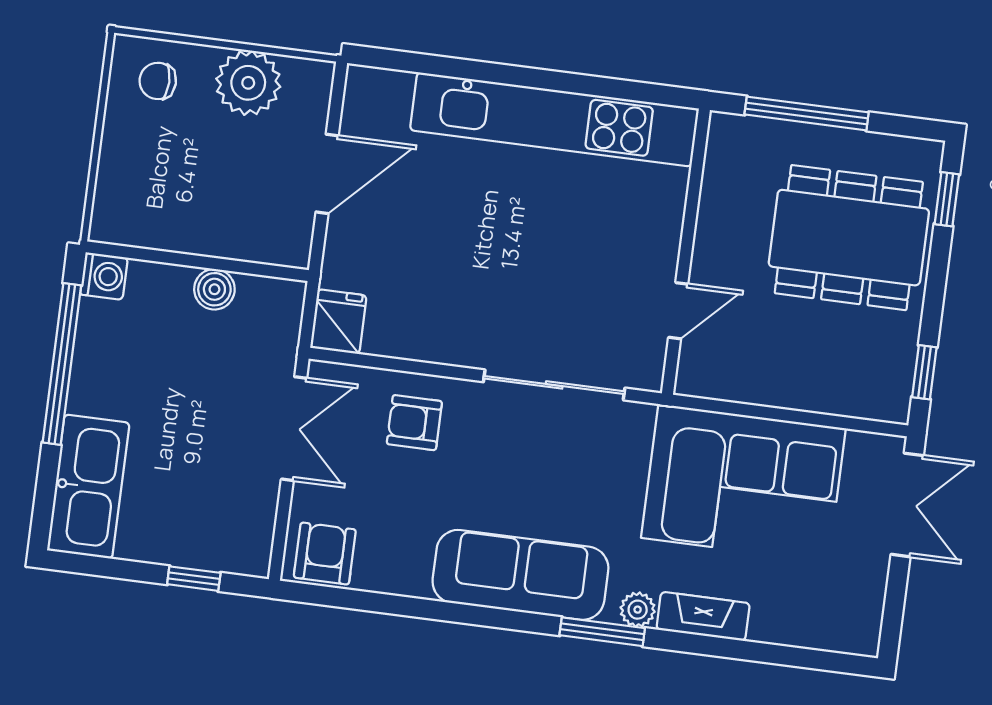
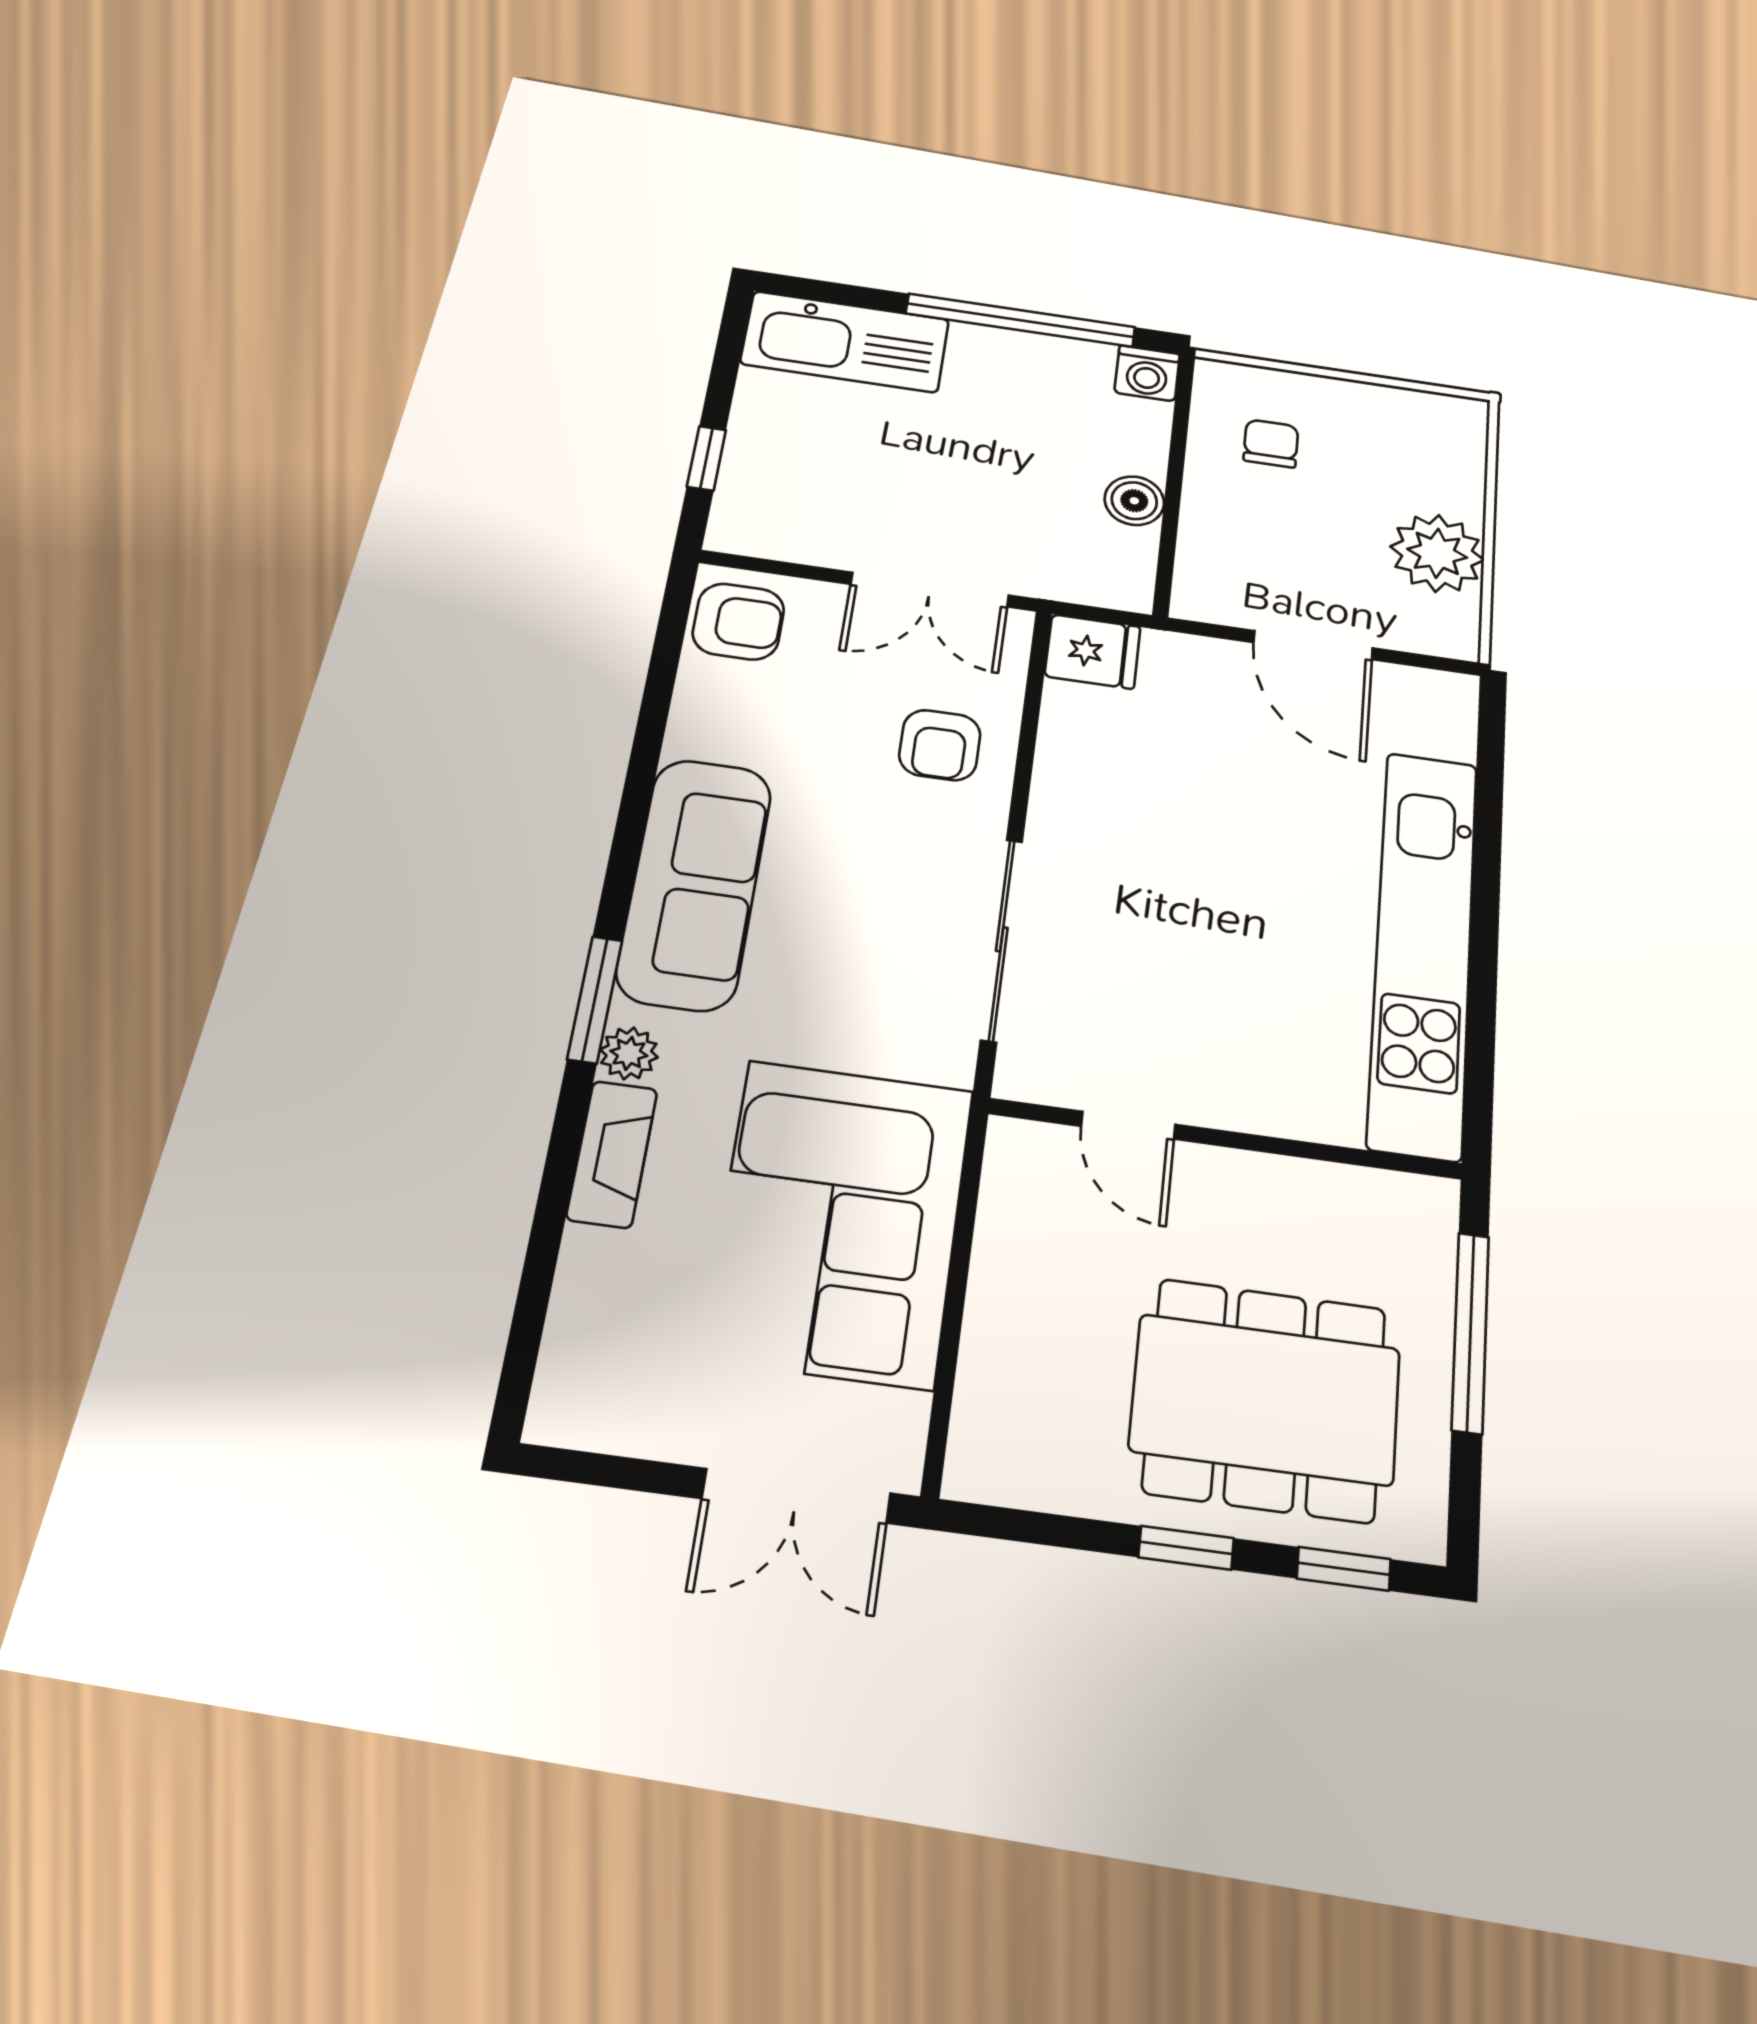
chair: (158, 81) -> (1271, 443), moved
dining table: (849, 238) -> (1265, 1400), turned 90
window: (924, 372) -> (1186, 1548), moved
armchair: (414, 423) -> (940, 745), turned 180

